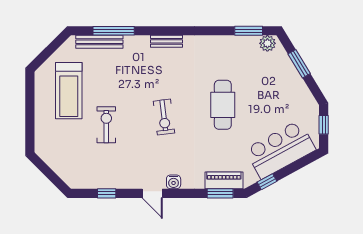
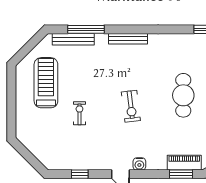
bench: (167, 41) -> (128, 39), width x1.36
treadmill: (69, 91) -> (46, 83), turned 180
exercise bike: (106, 125) -> (79, 113), width x0.73, depth x0.72

